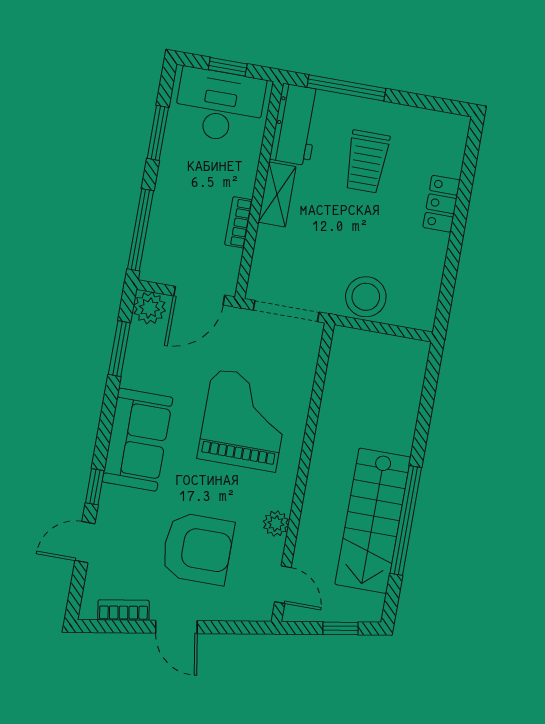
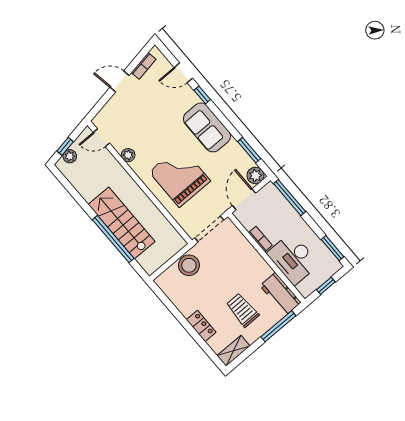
desk: (219, 106) -> (293, 259), moved, turned 90
window: (158, 133) -> (333, 248), moved
shelving: (277, 194) -> (233, 351), moved, turned 90
grand piano: (244, 420) -> (180, 176), turned 180
stairs: (373, 521) -> (122, 223), moved
window: (406, 521) -> (113, 239), moved
door: (85, 542) -> (183, 73), swing flipped
armchair: (197, 549) -> (144, 116), removed
plant: (350, 609) -> (70, 156), added

